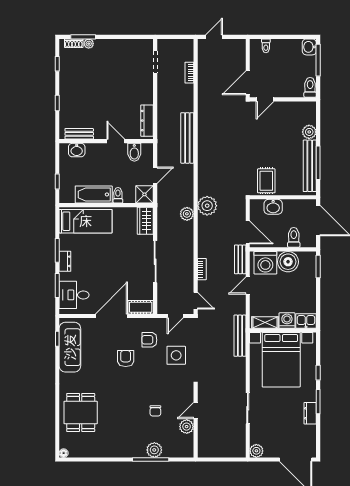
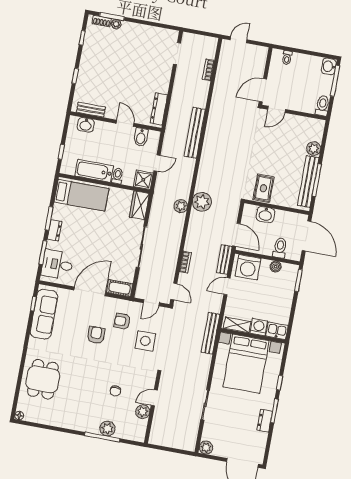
boiler: (288, 262) -> (276, 267), width x0.54, depth x0.54

